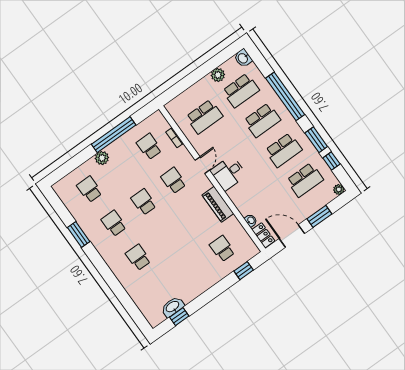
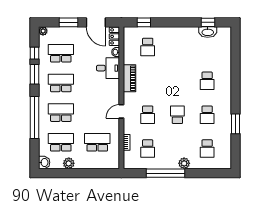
desk: (228, 173) -> (108, 68), moved
school desk: (144, 202) -> (177, 115), turned 180

